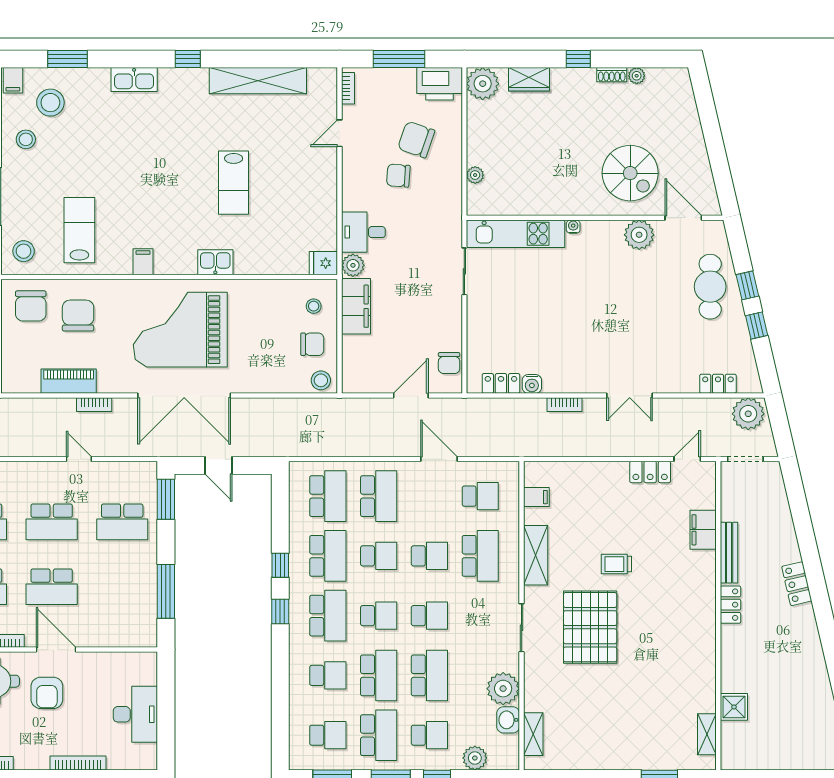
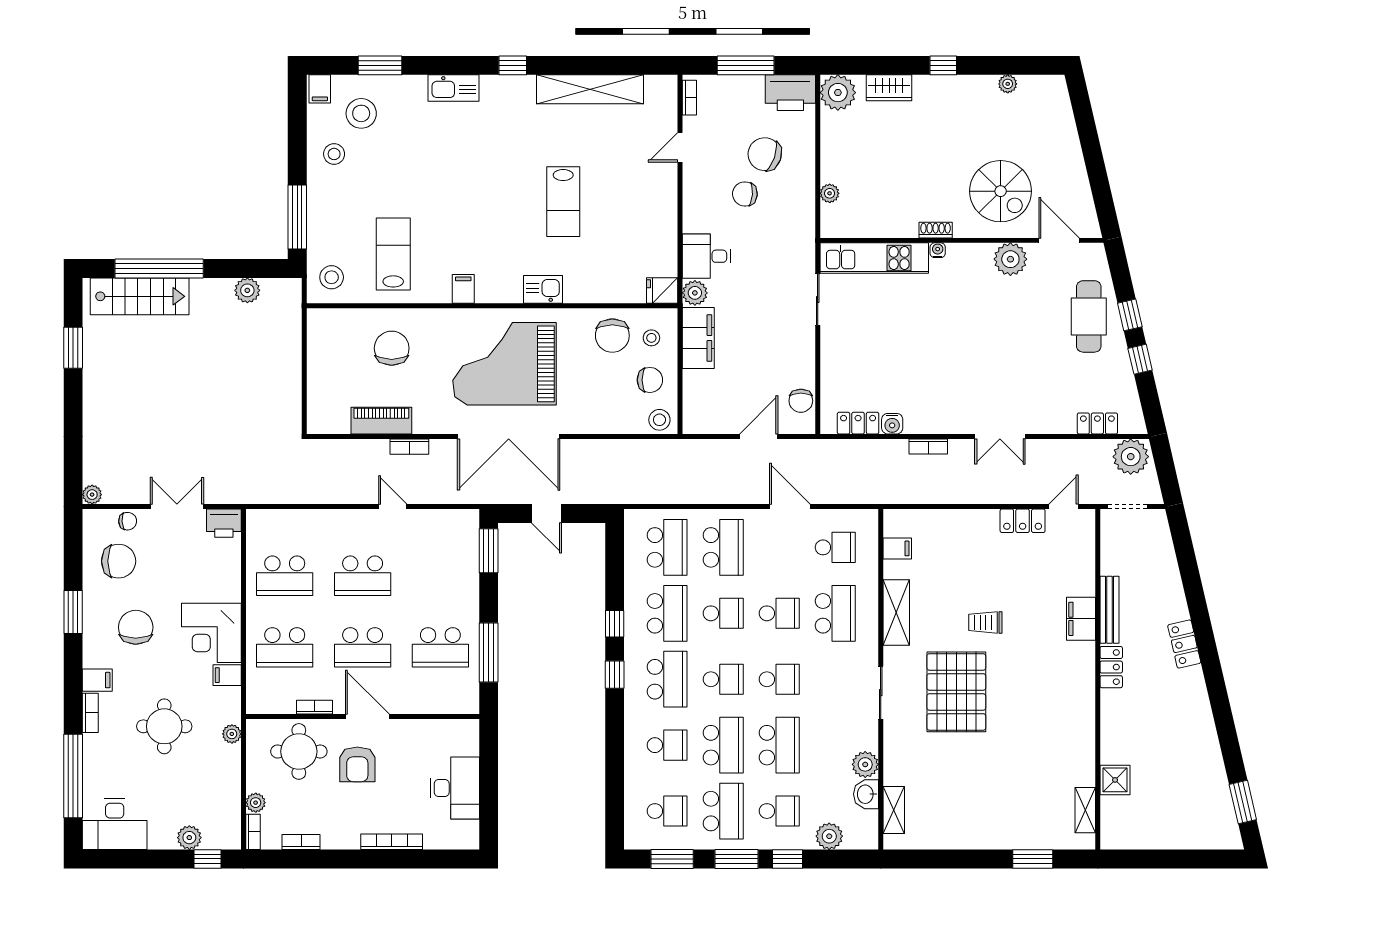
shoe rack: (612, 75) -> (936, 230), moved, turned 180
chair: (31, 306) -> (612, 336), moved
school desk: (122, 522) -> (440, 647), moved
filing cabinet: (703, 530) -> (1081, 619), moved
plant: (503, 689) -> (865, 764), width x0.73, depth x0.73

